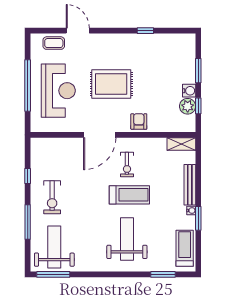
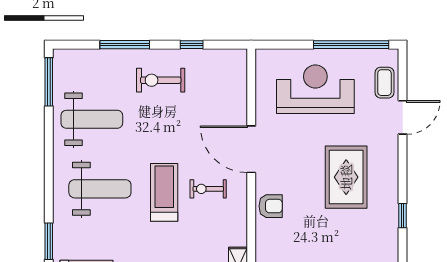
rug: (111, 84) -> (346, 177), moved
window: (28, 86) -> (351, 45), moved
reception desk: (58, 91) -> (315, 89), turned 180
treadmill: (129, 195) -> (164, 192), turned 180
weight bench: (54, 247) -> (92, 119), moved

